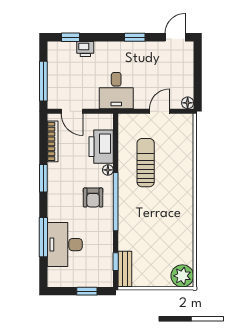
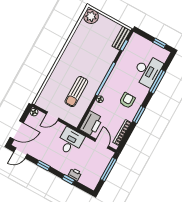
window: (71, 37) -> (68, 179), moved
door: (198, 65) -> (17, 130), added
printer: (101, 147) -> (91, 124), moved
armchair: (93, 198) -> (127, 100), moved
window: (87, 291) -> (160, 43), moved

